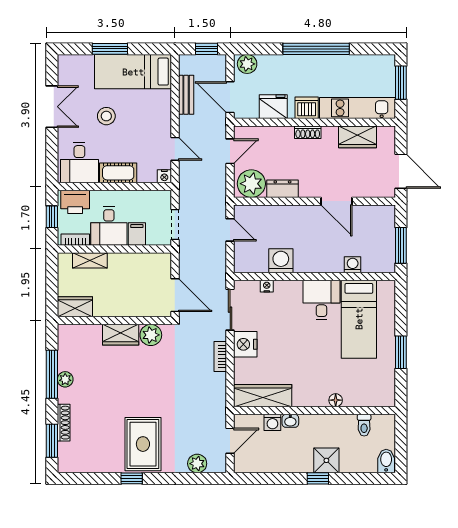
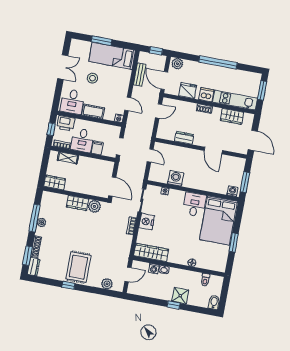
plant: (251, 184) -> (167, 132), removed
washing machine: (353, 265) -> (232, 191), moved
bed: (359, 319) -> (218, 220), width x1.50
dresser: (66, 458) -> (34, 267), added

